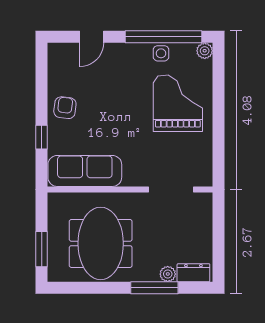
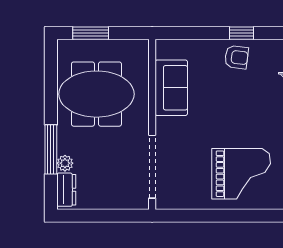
window: (42, 137) -> (241, 33), moved
sofa: (85, 171) -> (171, 88), width x0.73
doorway: (171, 189) -> (152, 167), width x1.36

